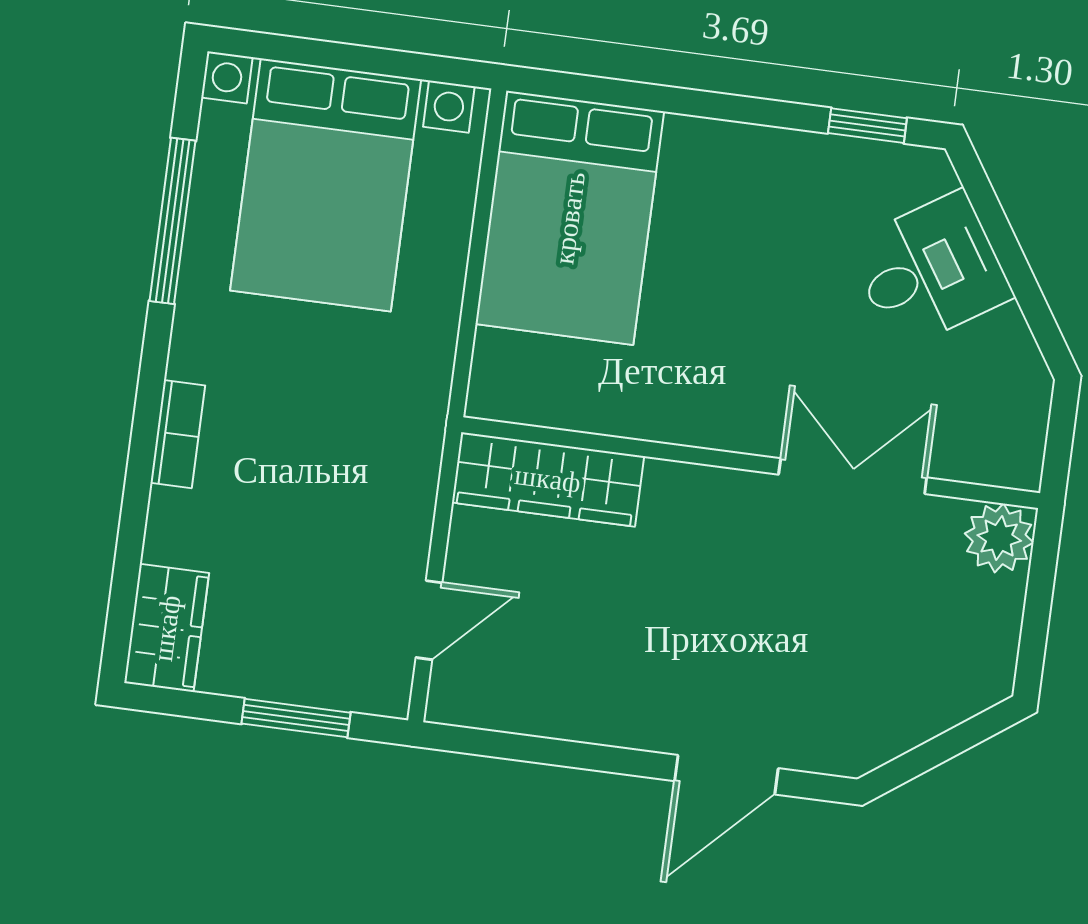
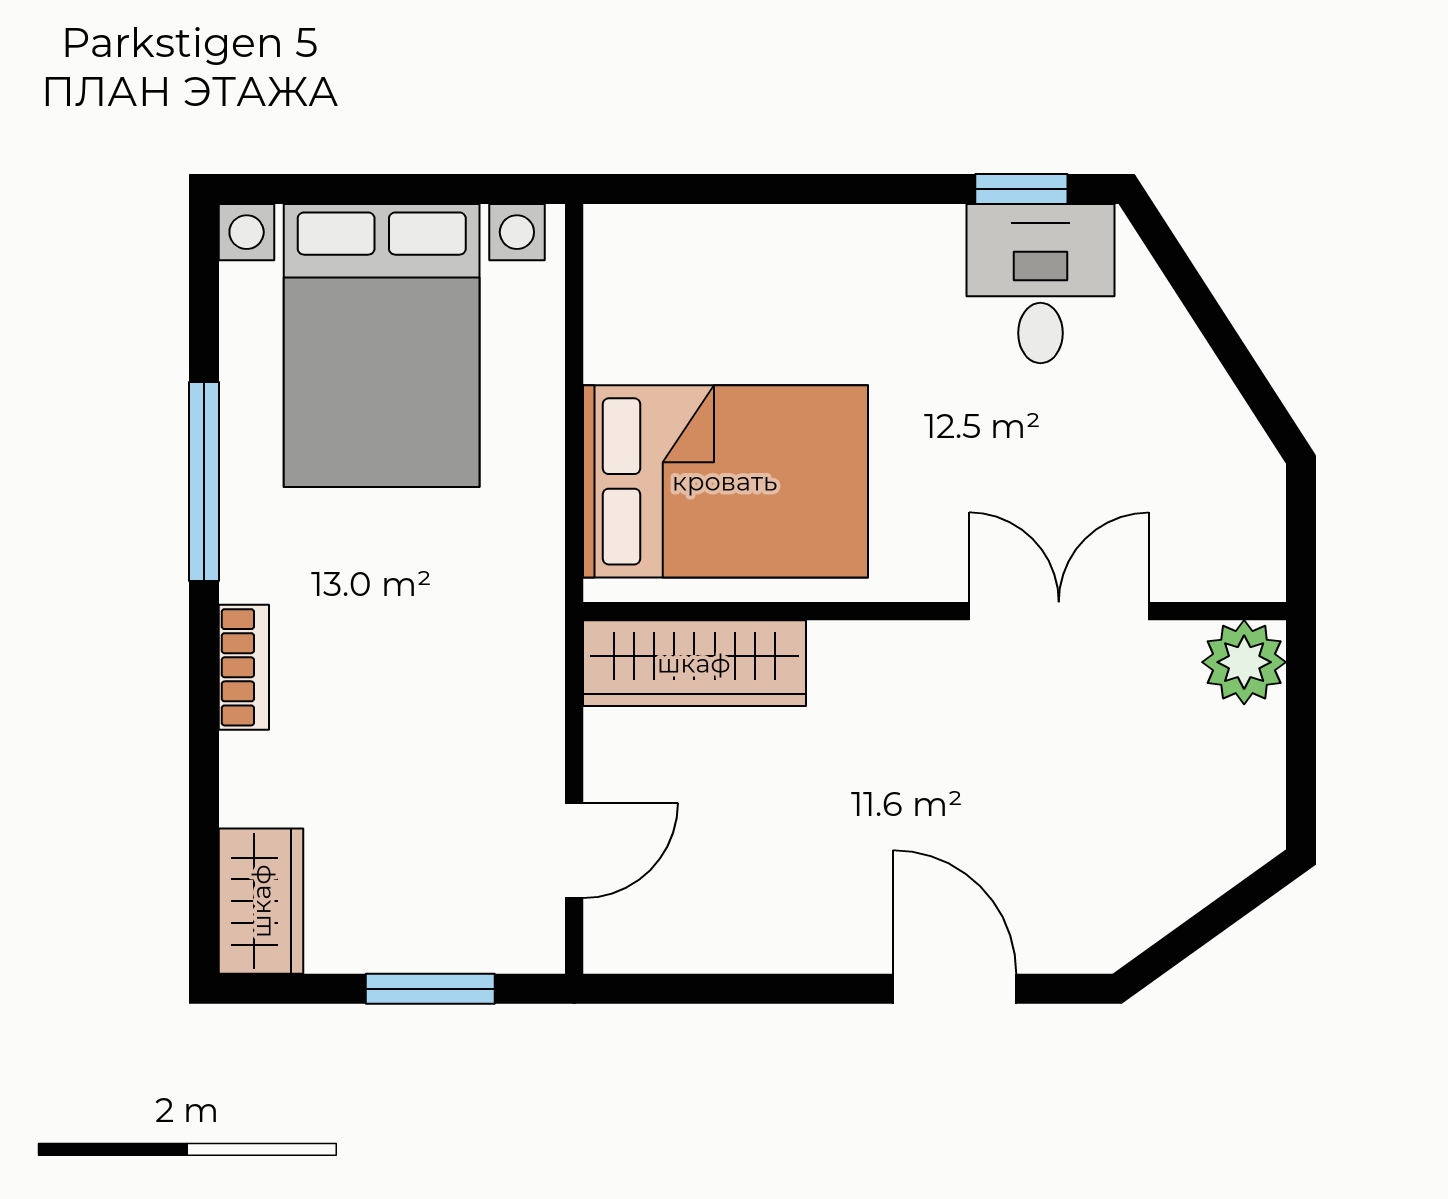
bed: (570, 218) -> (725, 481), moved, turned -90
window: (173, 221) -> (204, 481), moved
desk: (930, 270) -> (1040, 284), moved, turned -57
door: (726, 775) -> (955, 989), swing flipped

